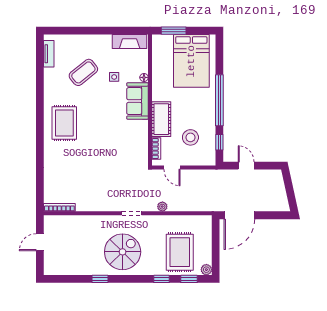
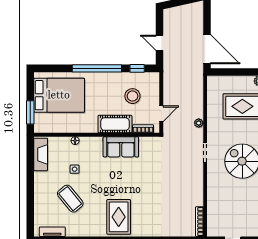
sofa: (137, 101) -> (121, 147), moved
rug: (64, 123) -> (119, 217), turned 90
door: (246, 166) -> (159, 43), hinge flipped

